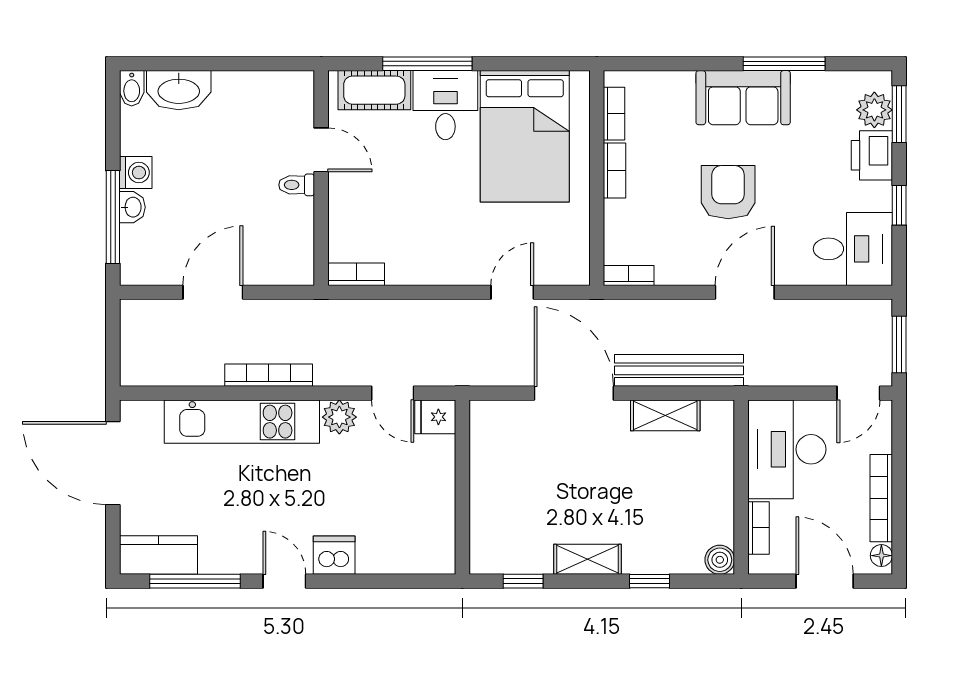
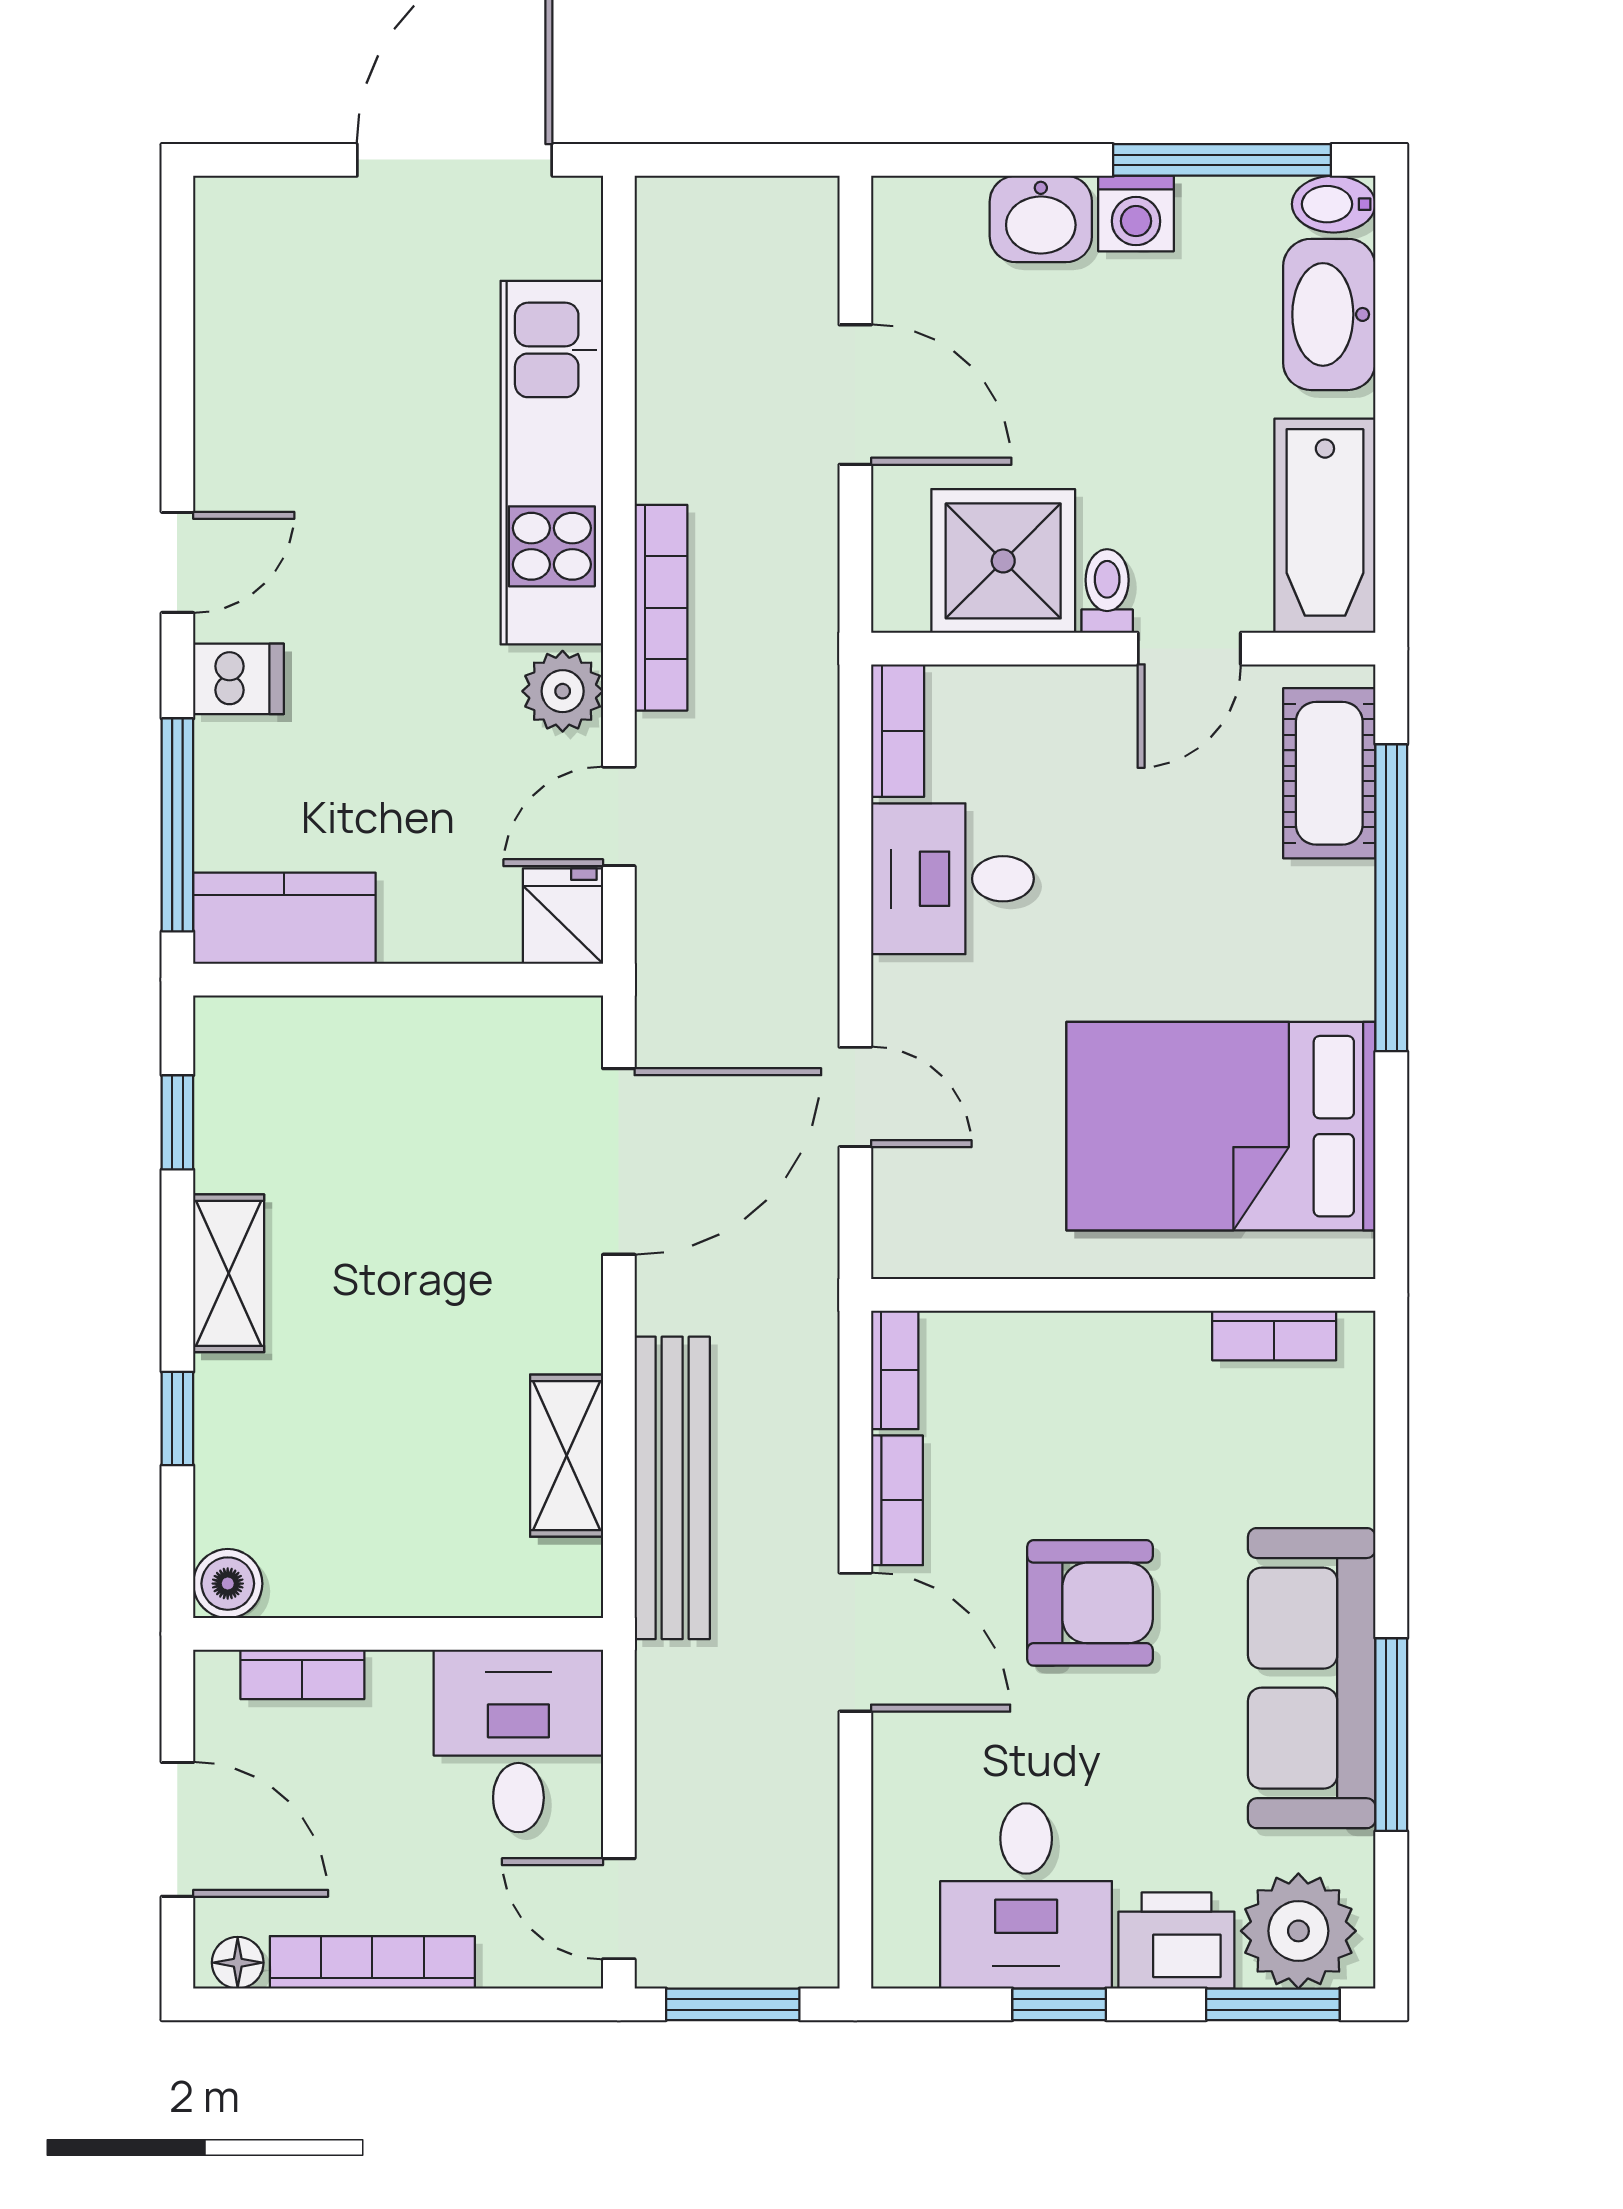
window: (427, 64) -> (1391, 898), width x1.46
bathtub: (269, 92) -> (1325, 526), added
sofa: (743, 98) -> (1312, 1678), width x1.36
desk: (445, 105) -> (952, 879), moved, turned 180
plant: (874, 110) -> (1298, 1931), width x1.36, depth x1.36
bookcase: (615, 170) -> (897, 1500), moved, turned -90
washbasin: (132, 207) -> (1041, 219), width x1.38, depth x1.45
window: (113, 217) -> (1222, 160), moved
shower: (284, 229) -> (1003, 561), added
desk: (853, 249) -> (1026, 1896), moved
bookcase: (269, 375) -> (661, 608), moved
door: (574, 393) -> (619, 1161), moved
desk: (787, 449) -> (518, 1741), width x0.73
kitchen counter: (158, 555) -> (284, 918), moved, turned -90
dishwasher: (334, 555) -> (239, 679), width x0.73
window: (195, 581) -> (177, 825), moved
door: (825, 581) -> (177, 1829), hinge flipped

